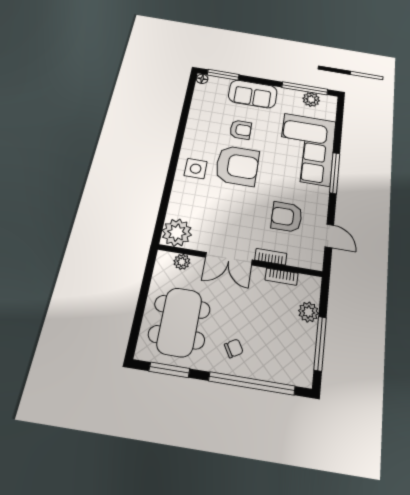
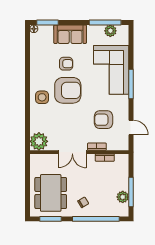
plant: (182, 262) -> (45, 159), removed
plant: (308, 312) -> (123, 197), moved

